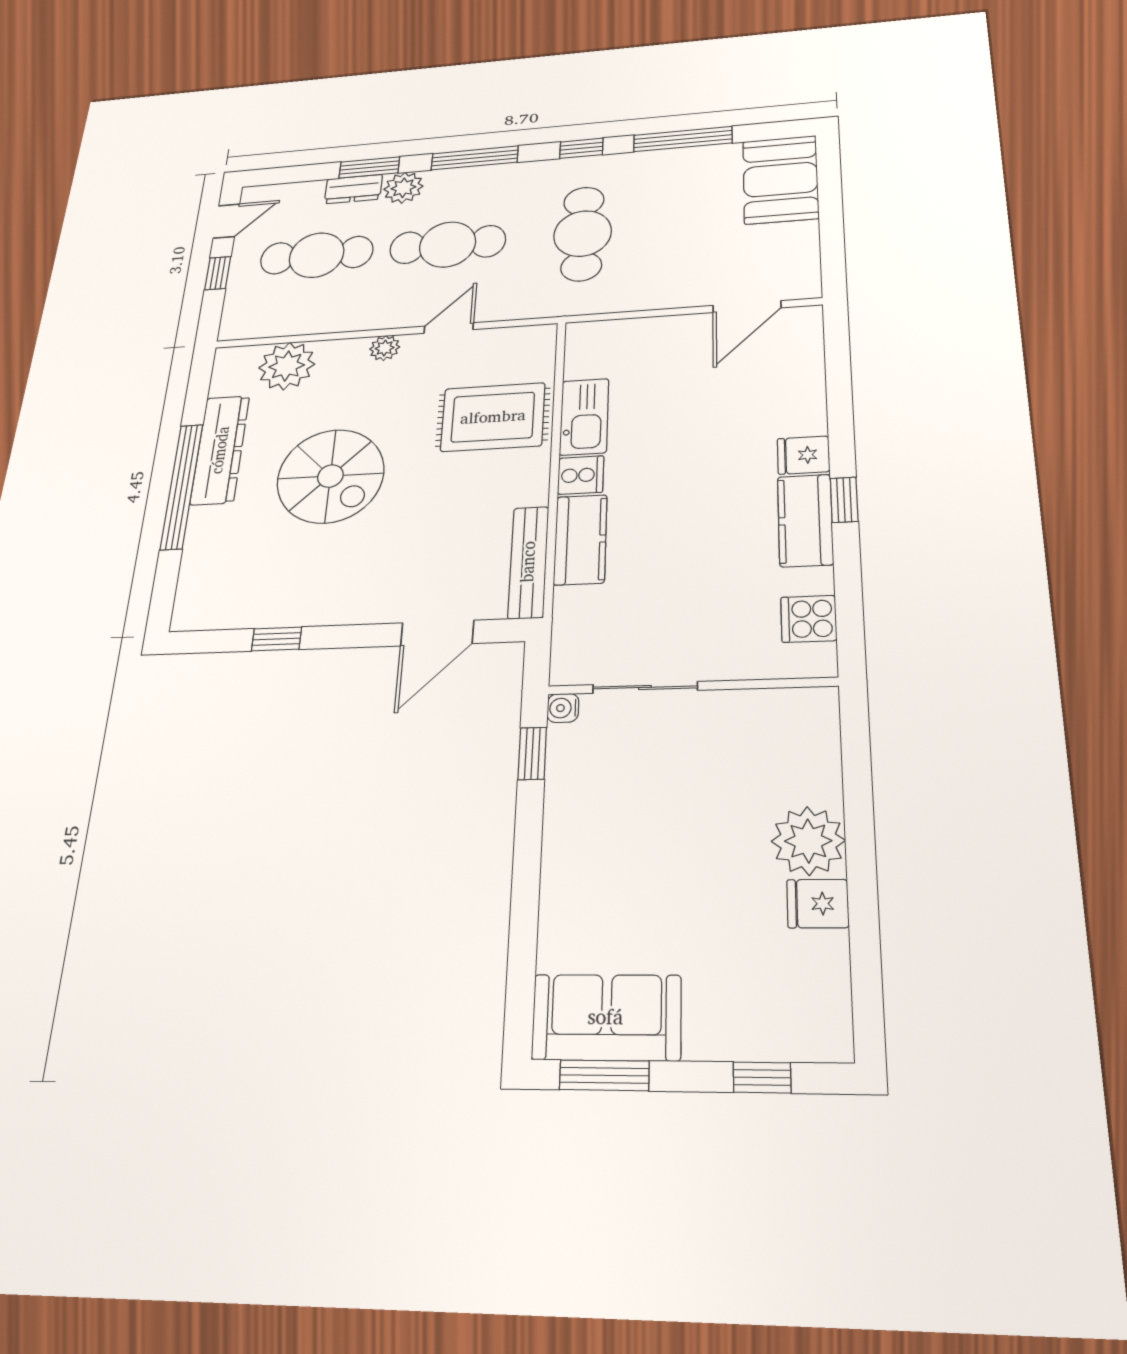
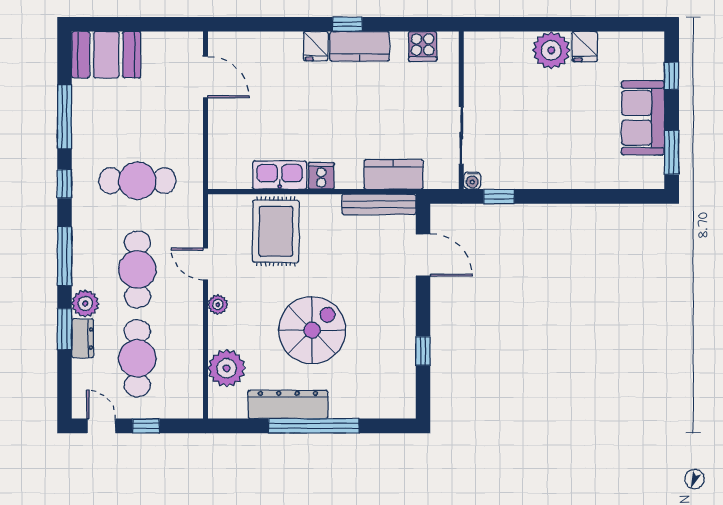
kitchen counter: (580, 540) -> (394, 174), moved
sofa: (606, 1017) -> (643, 118), moved

